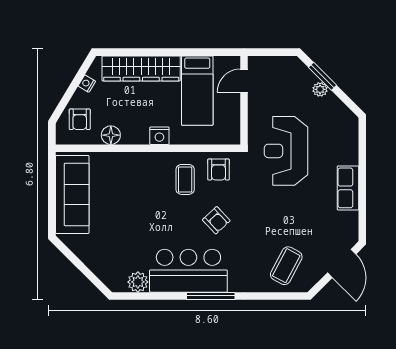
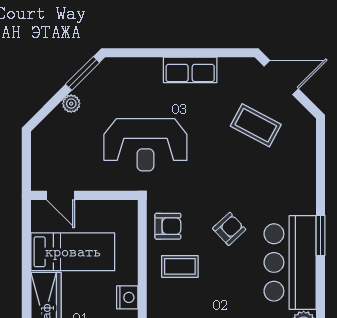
window: (323, 76) -> (83, 73), moved
coffee table: (286, 266) -> (256, 125), moved
window: (211, 296) -> (321, 235), width x0.69

